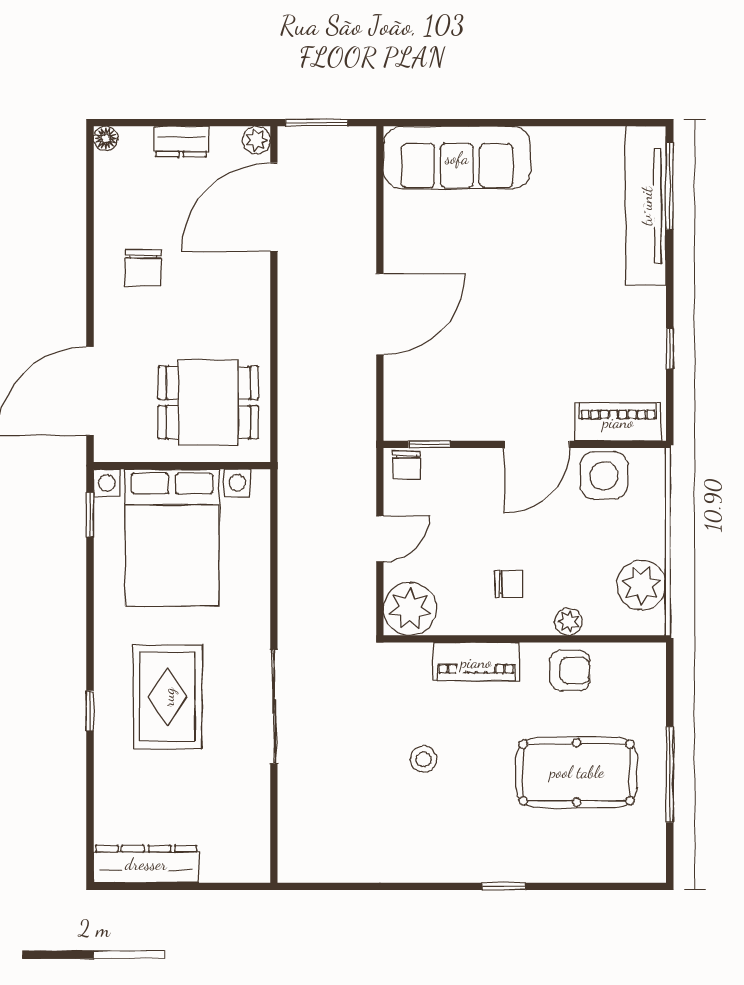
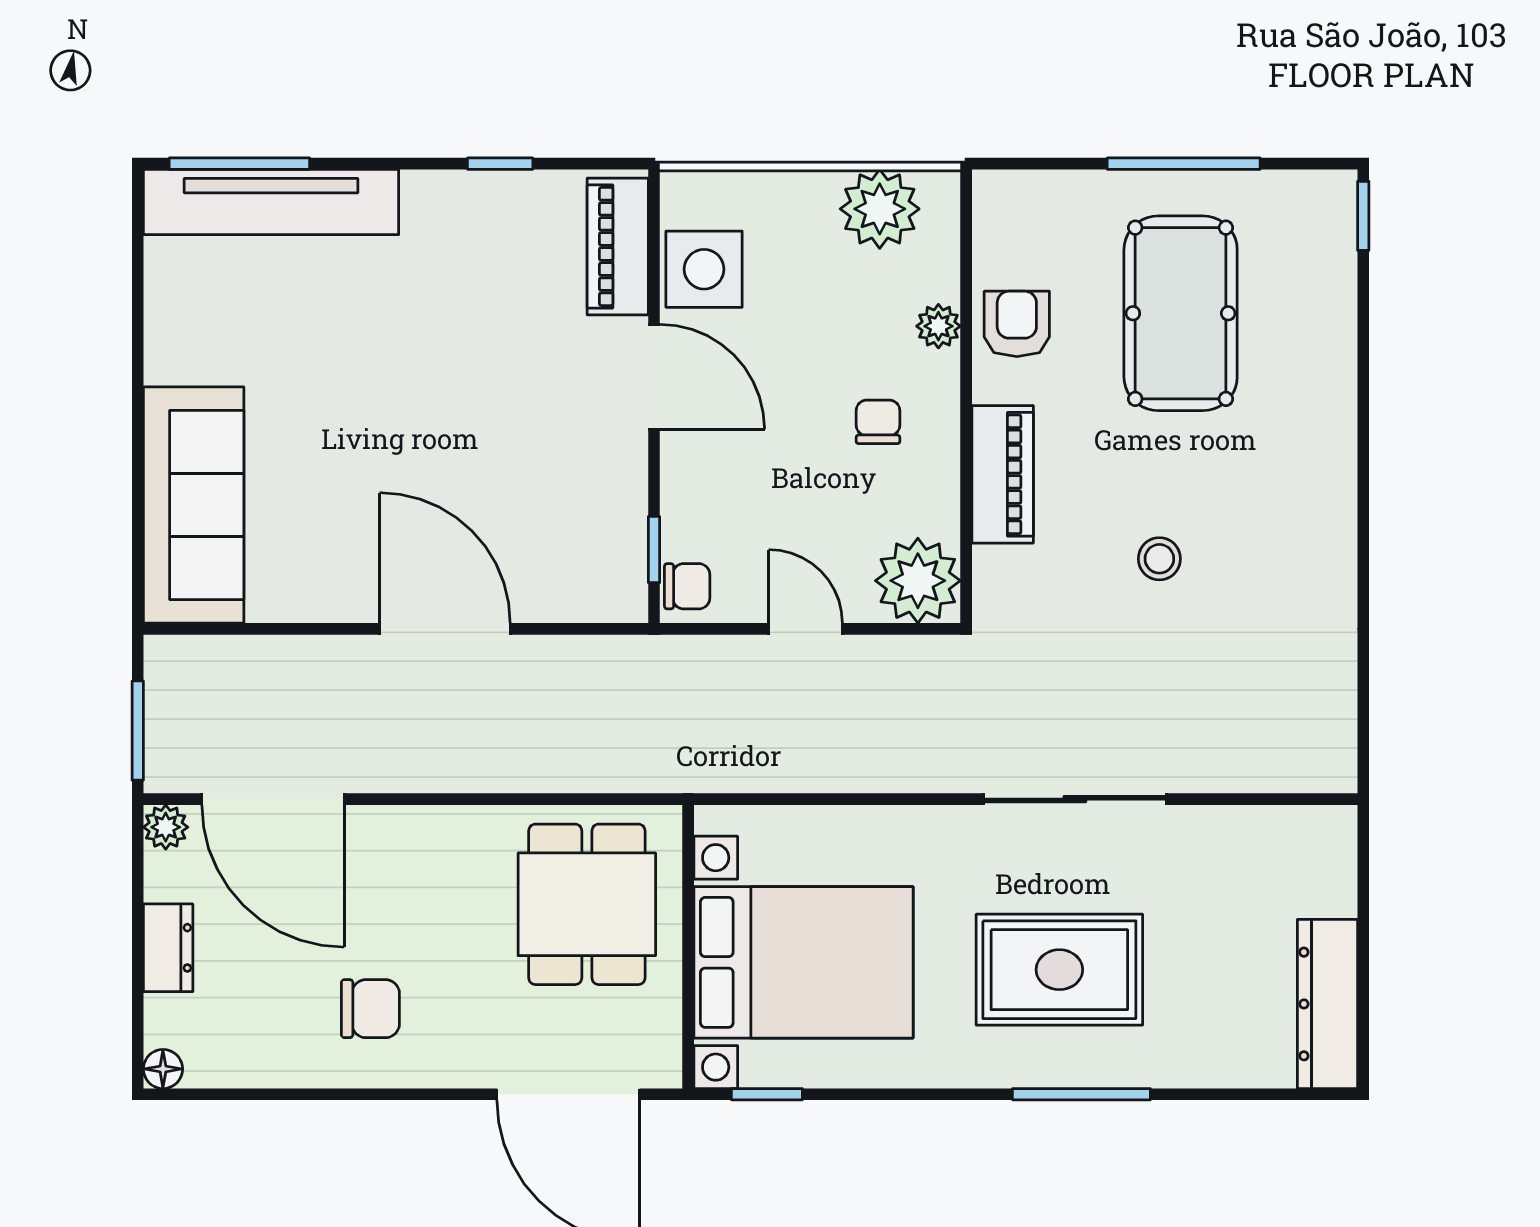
window: (90, 711) -> (1081, 1094), width x2.17
window: (504, 886) -> (1363, 216), moved

